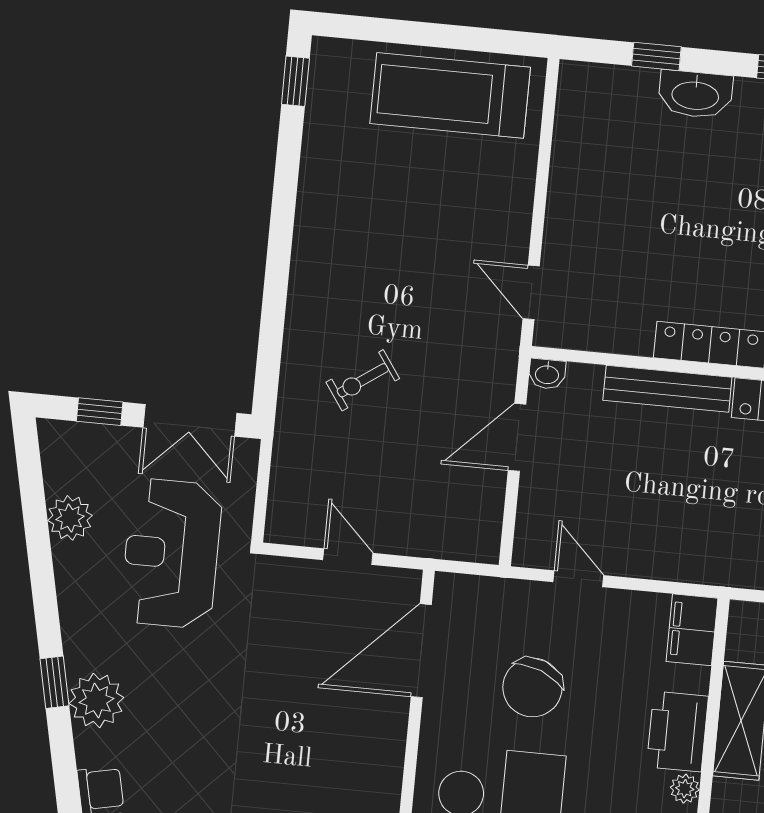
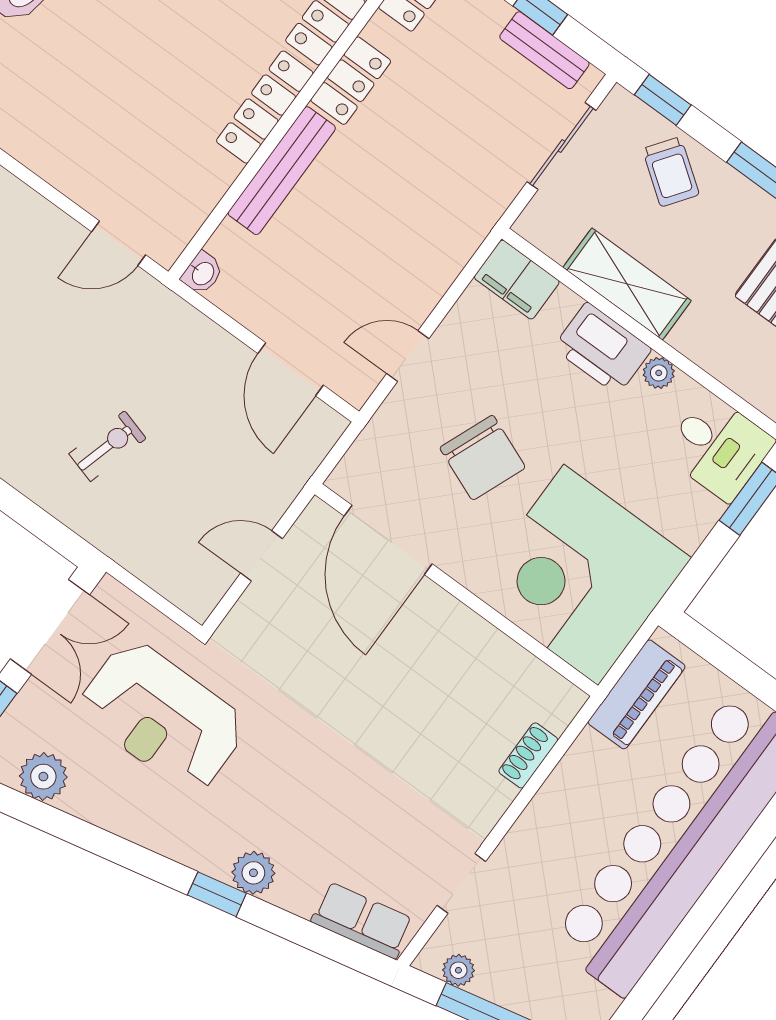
exercise bike: (363, 380) -> (108, 446), turned -129
door: (517, 437) -> (291, 369), moved
plant: (70, 518) -> (43, 777), moved
plant: (96, 701) -> (253, 873), width x0.73, depth x0.73

